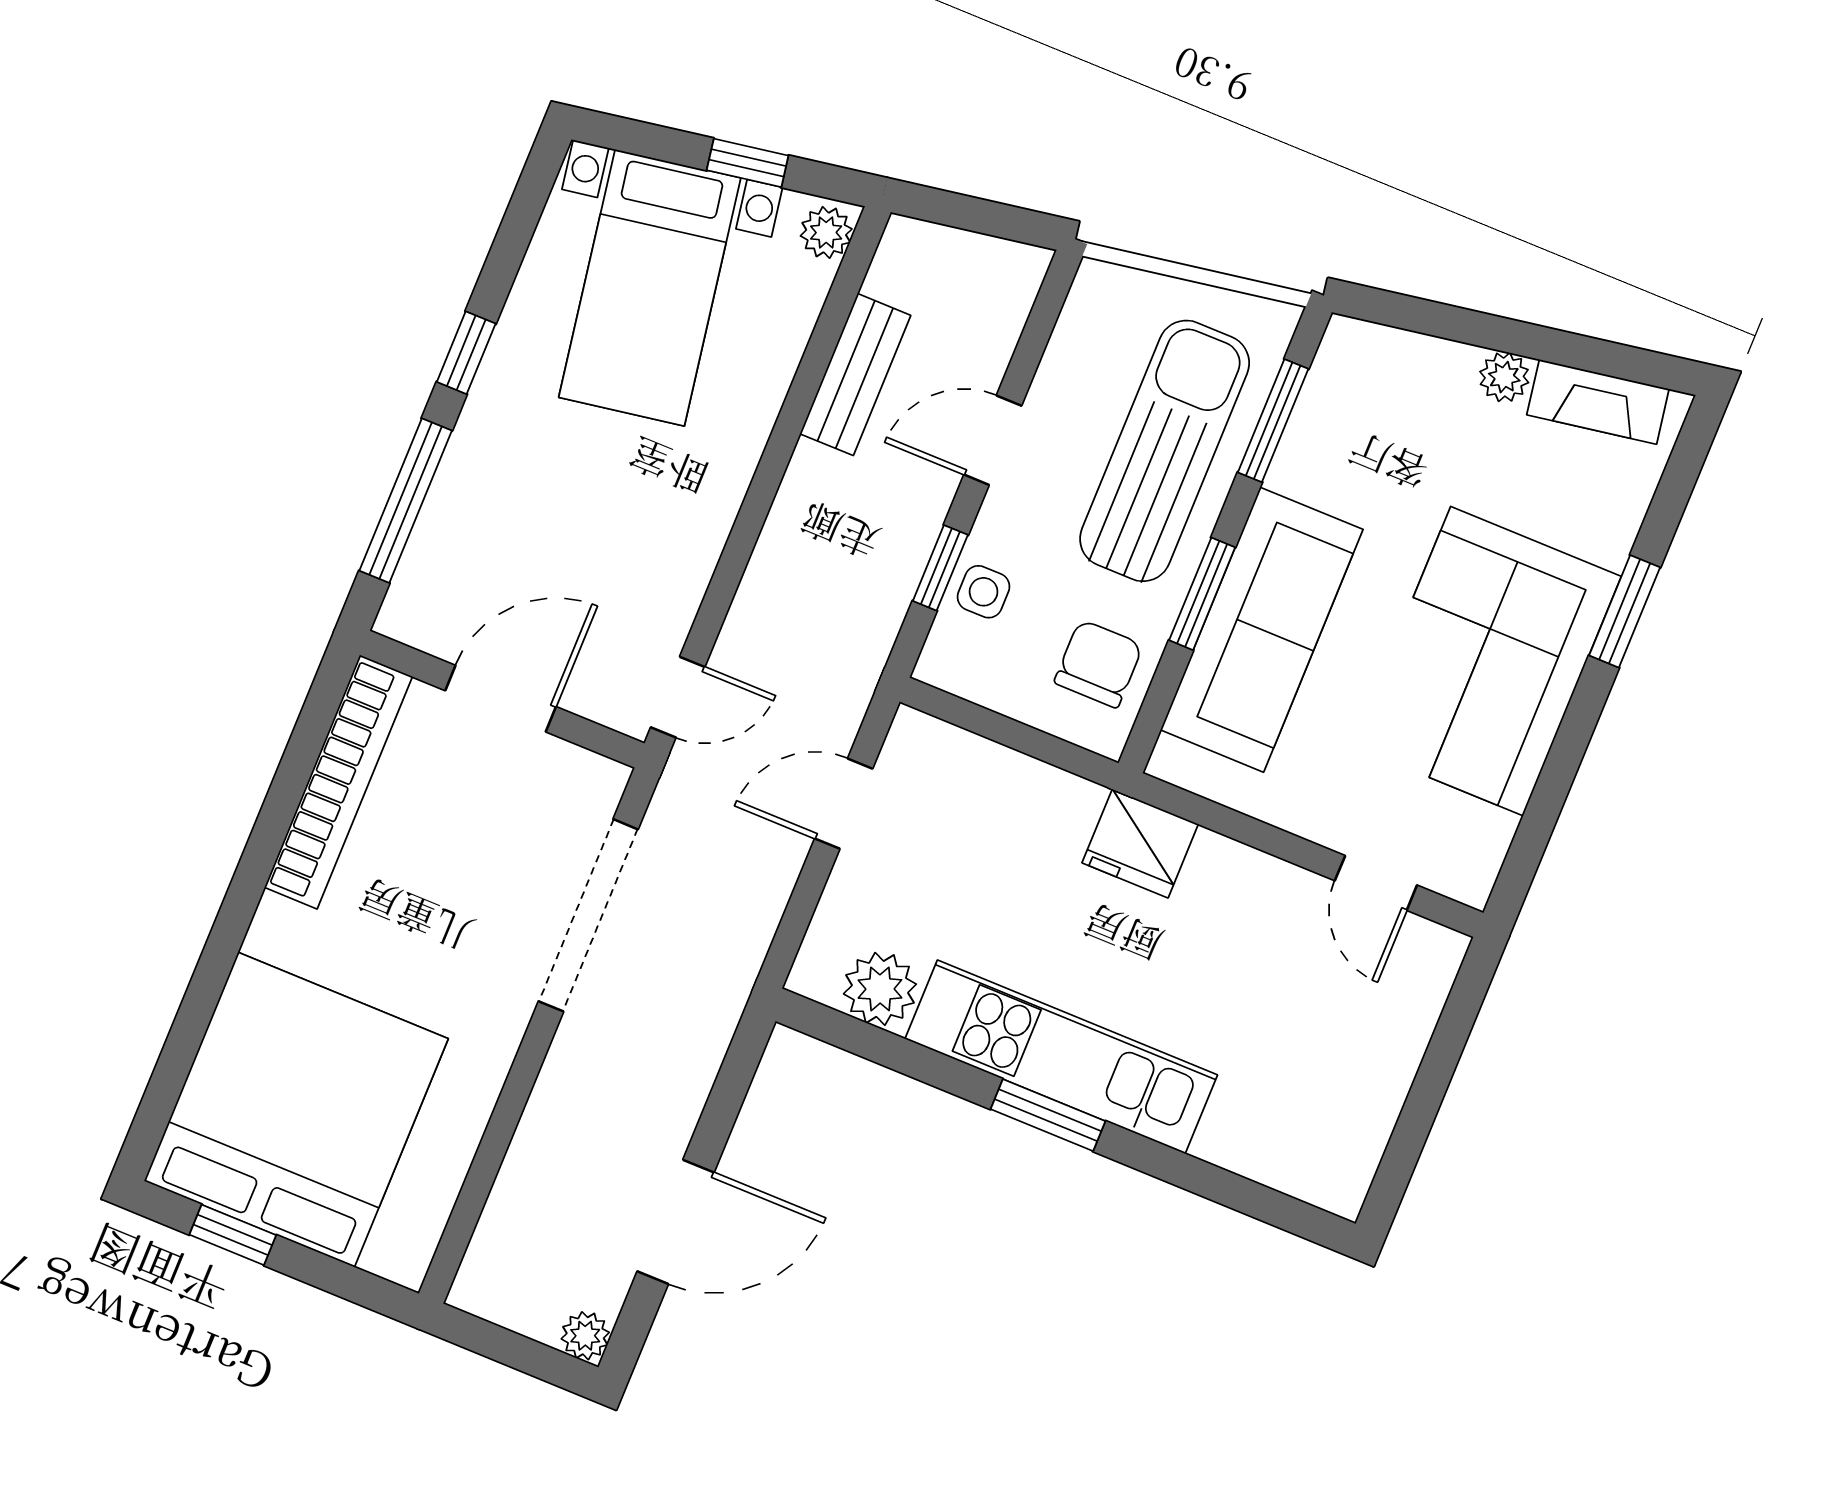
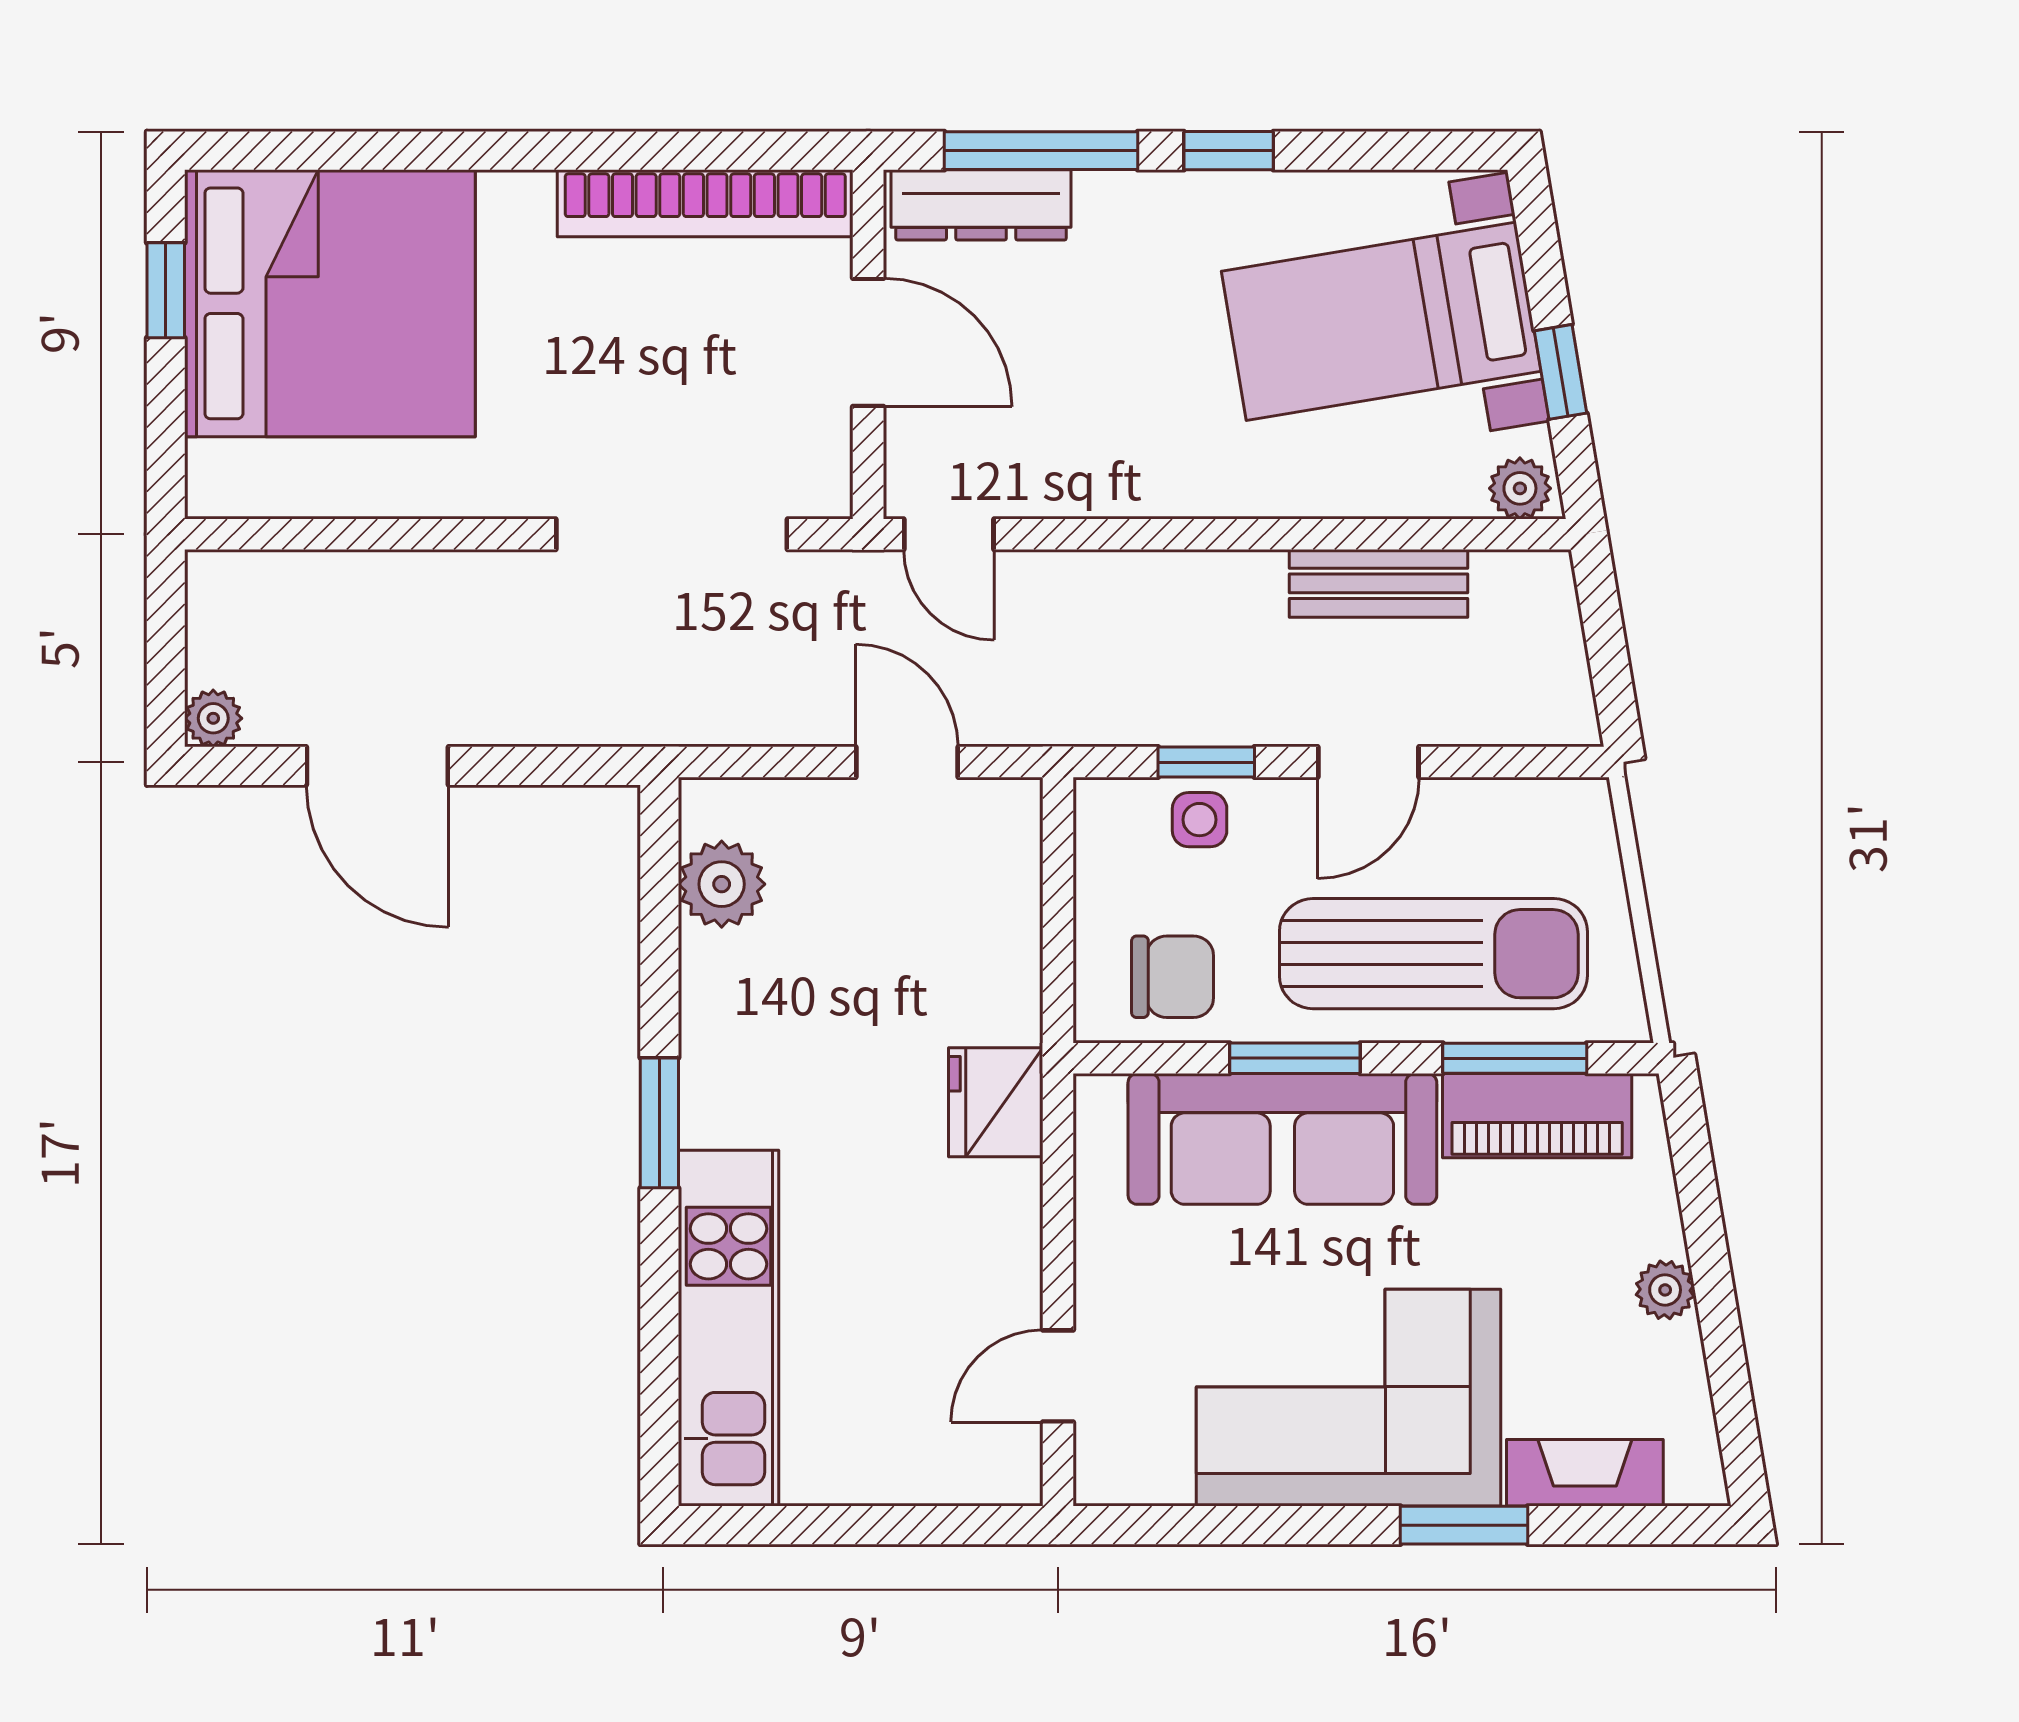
fireplace: (1598, 402) -> (1585, 1473), moved, turned 100
piano: (1326, 422) -> (1537, 1116), added
door: (993, 440) -> (1368, 762), swing flipped
dresser: (429, 565) -> (981, 205), added
kitchen unit: (1061, 1057) -> (728, 1328), moved

